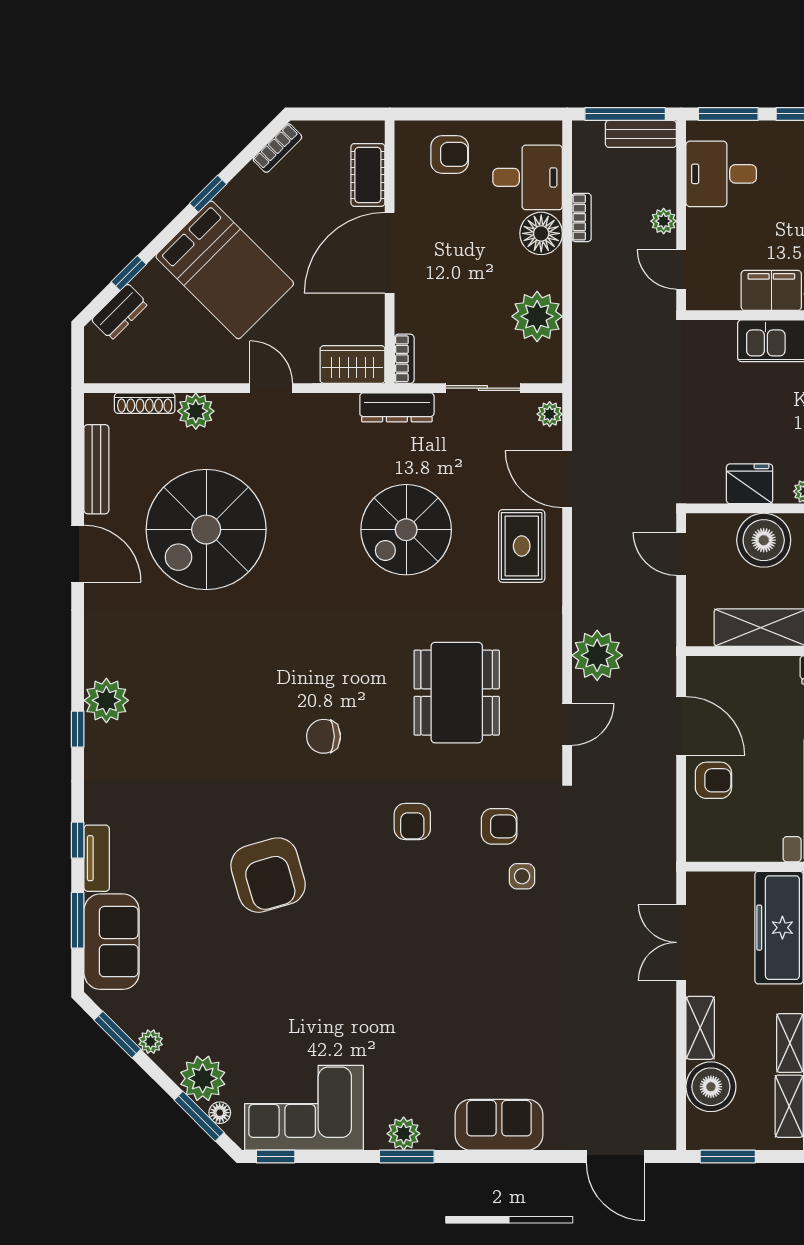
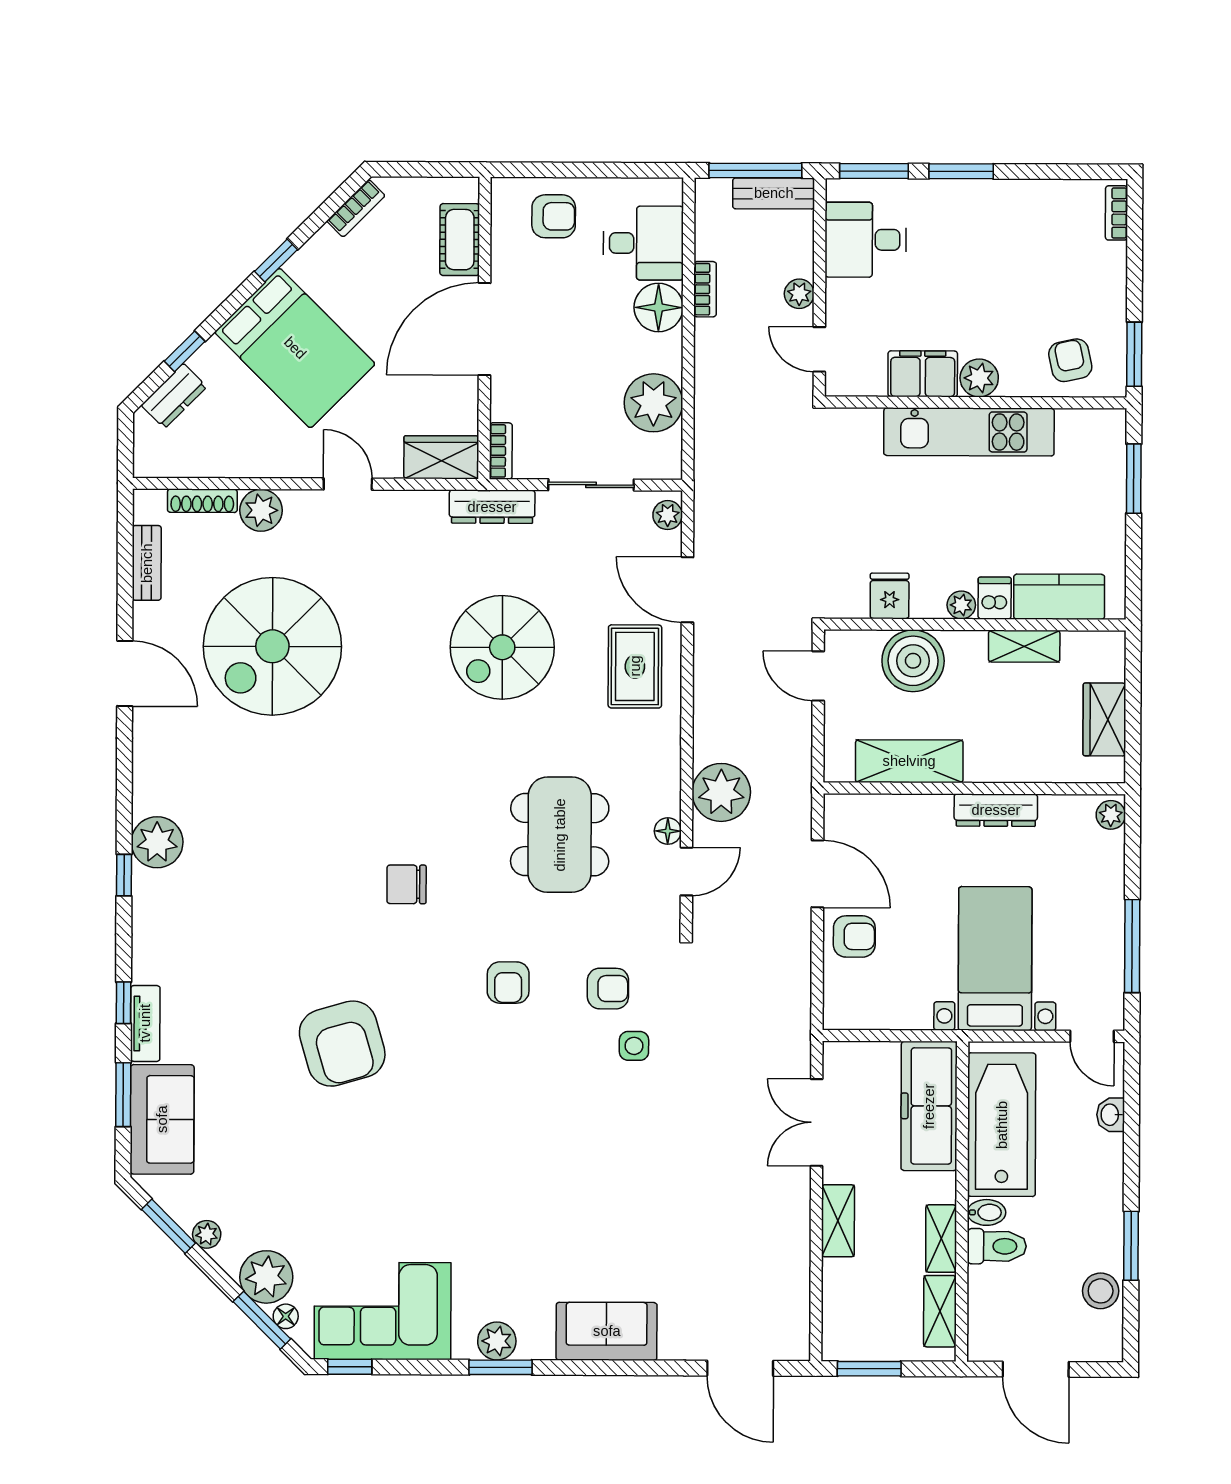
bench: (96, 469) -> (147, 563), width x0.73
fridge: (750, 484) -> (890, 596), width x0.72
floor lamp: (551, 689) -> (668, 831), added
boiler: (711, 1087) -> (850, 1288), removed

